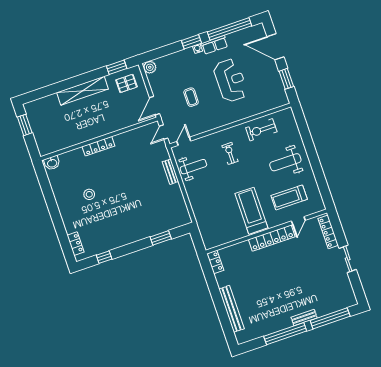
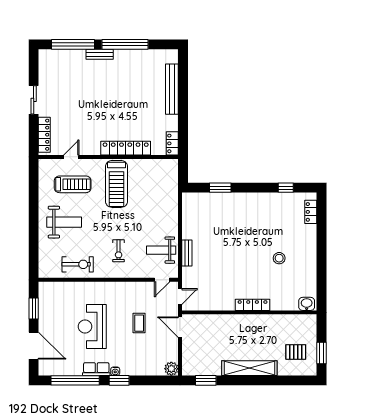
pallet: (126, 83) -> (296, 352), moved
door: (155, 106) -> (180, 327), swing flipped
locker: (272, 238) -> (126, 148), moved

